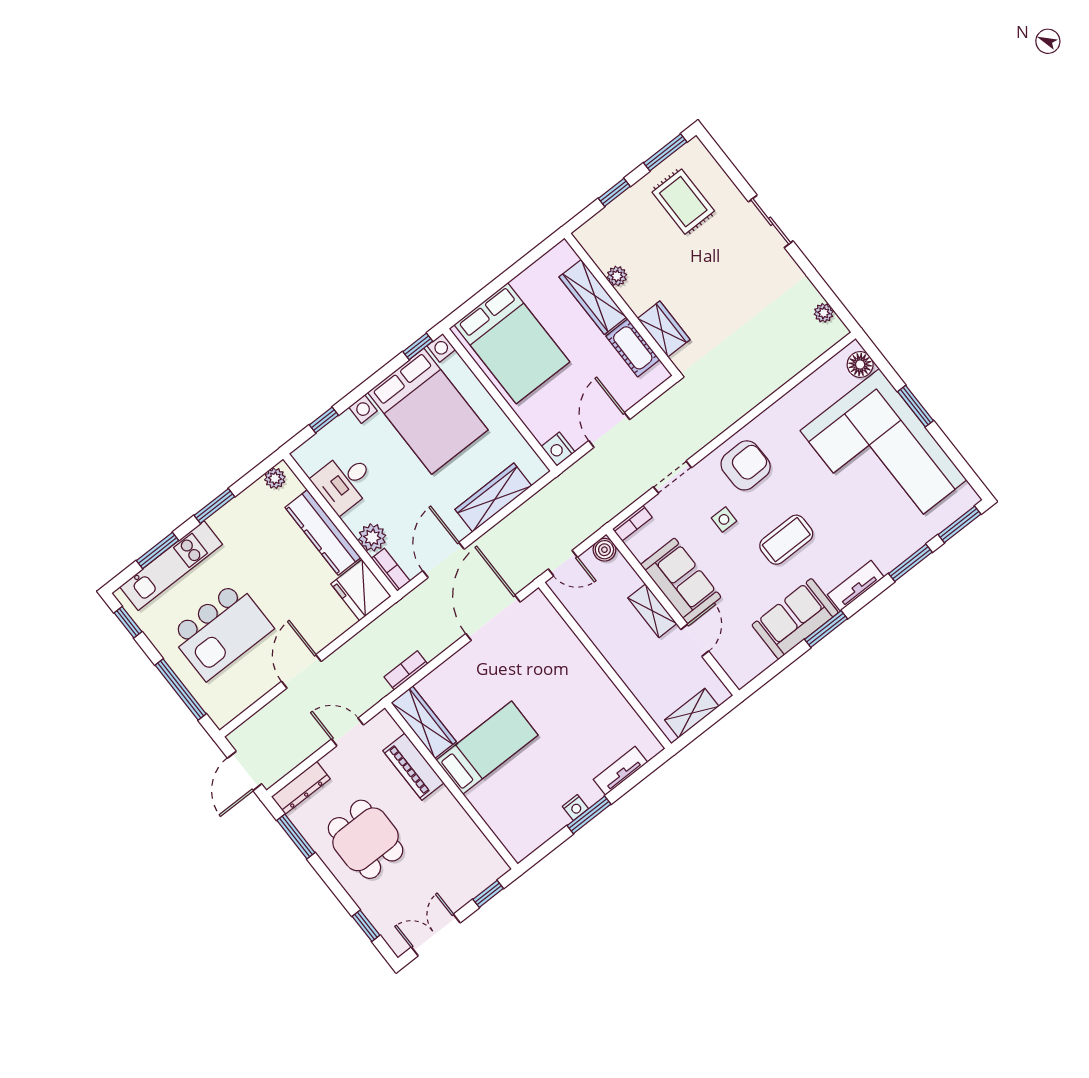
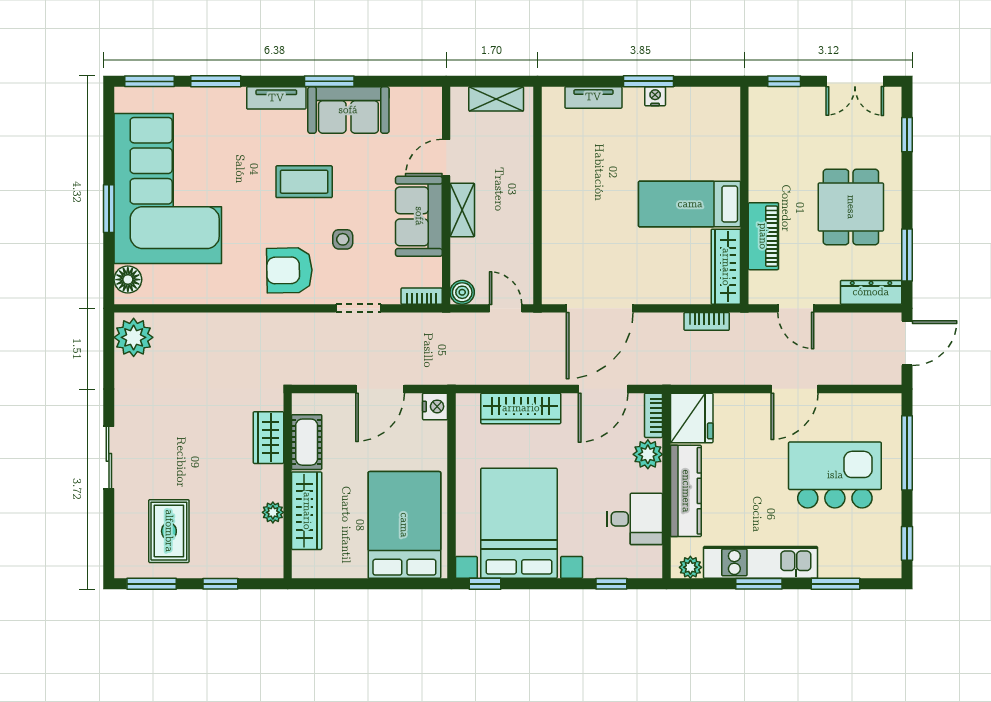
plant: (824, 313) -> (134, 337), width x1.88, depth x1.88
kitchen unit: (171, 566) -> (761, 562), moved

